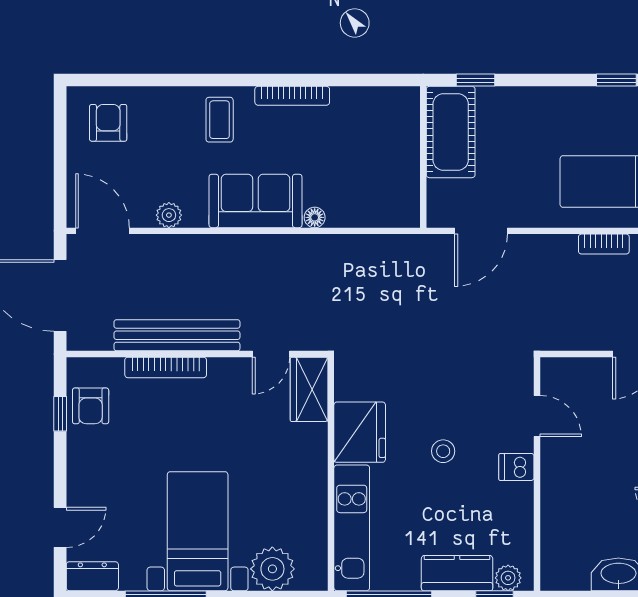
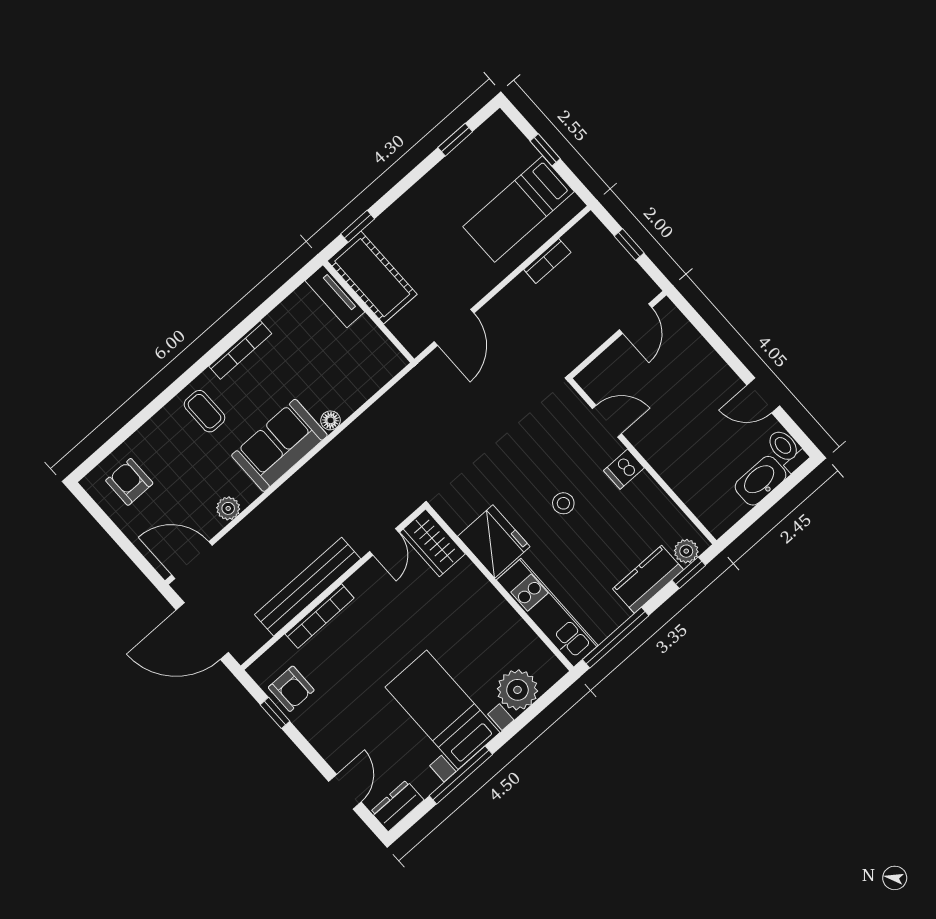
tv unit: (407, 120) -> (335, 296), added

